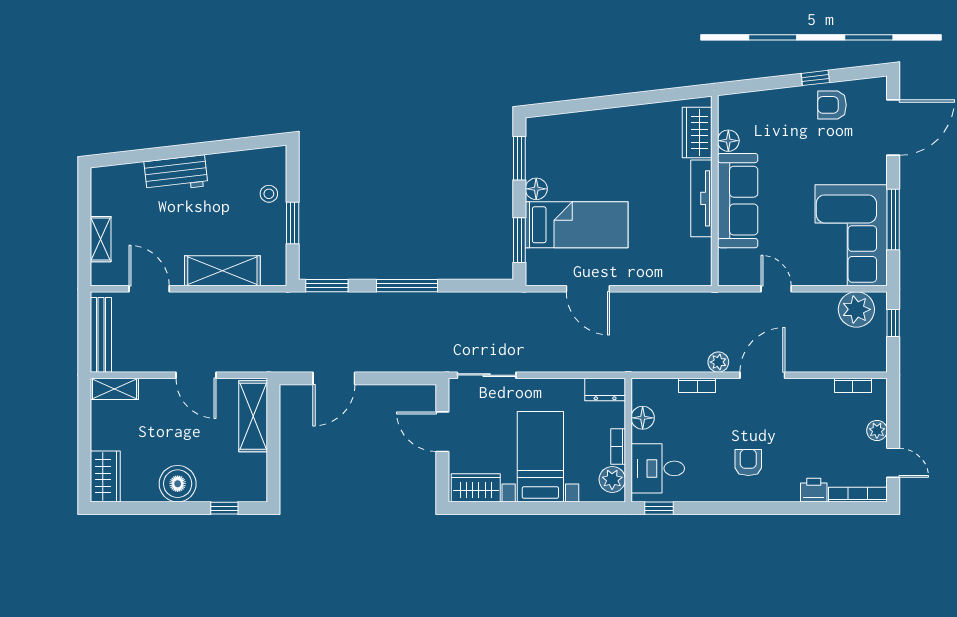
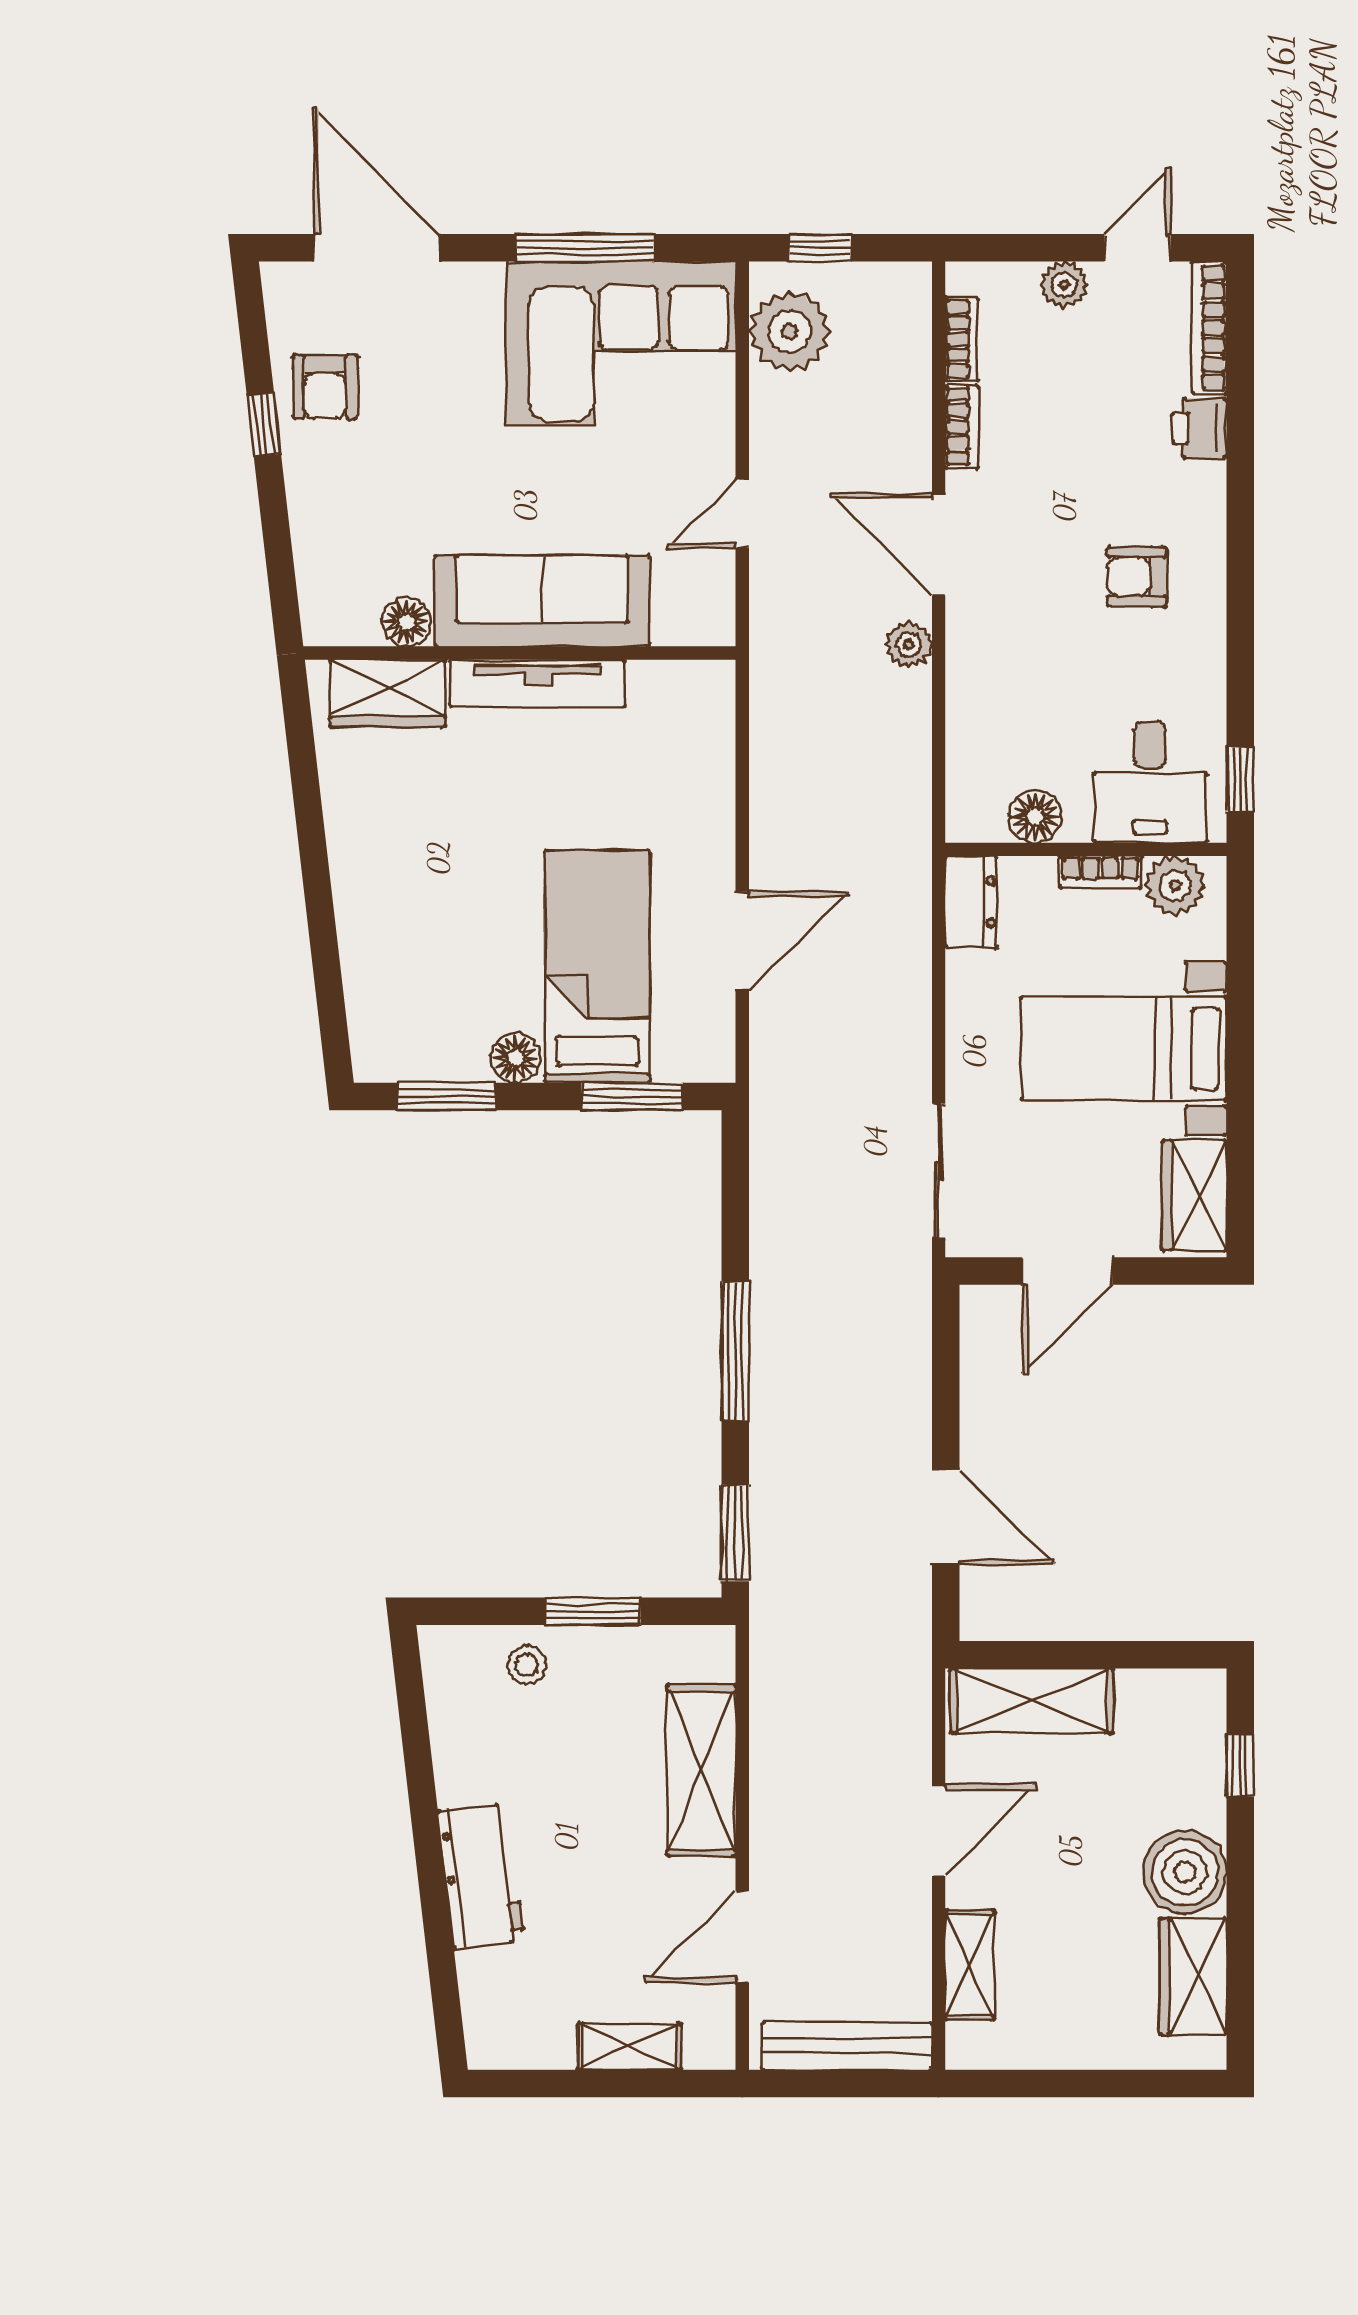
bookcase: (697, 385) -> (962, 427), moved
shelving: (114, 389) -> (970, 1965), moved
wardrobe: (105, 476) -> (1193, 1976), moved, turned -90

